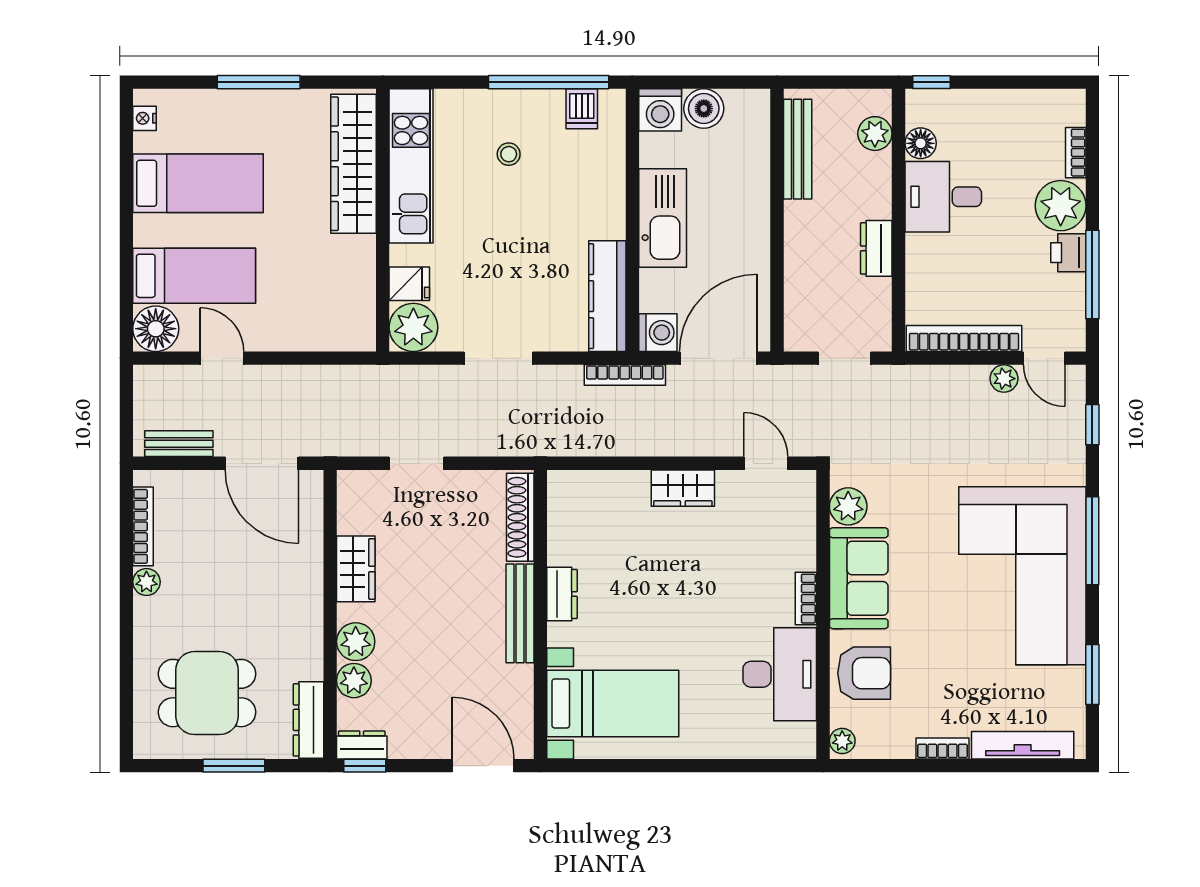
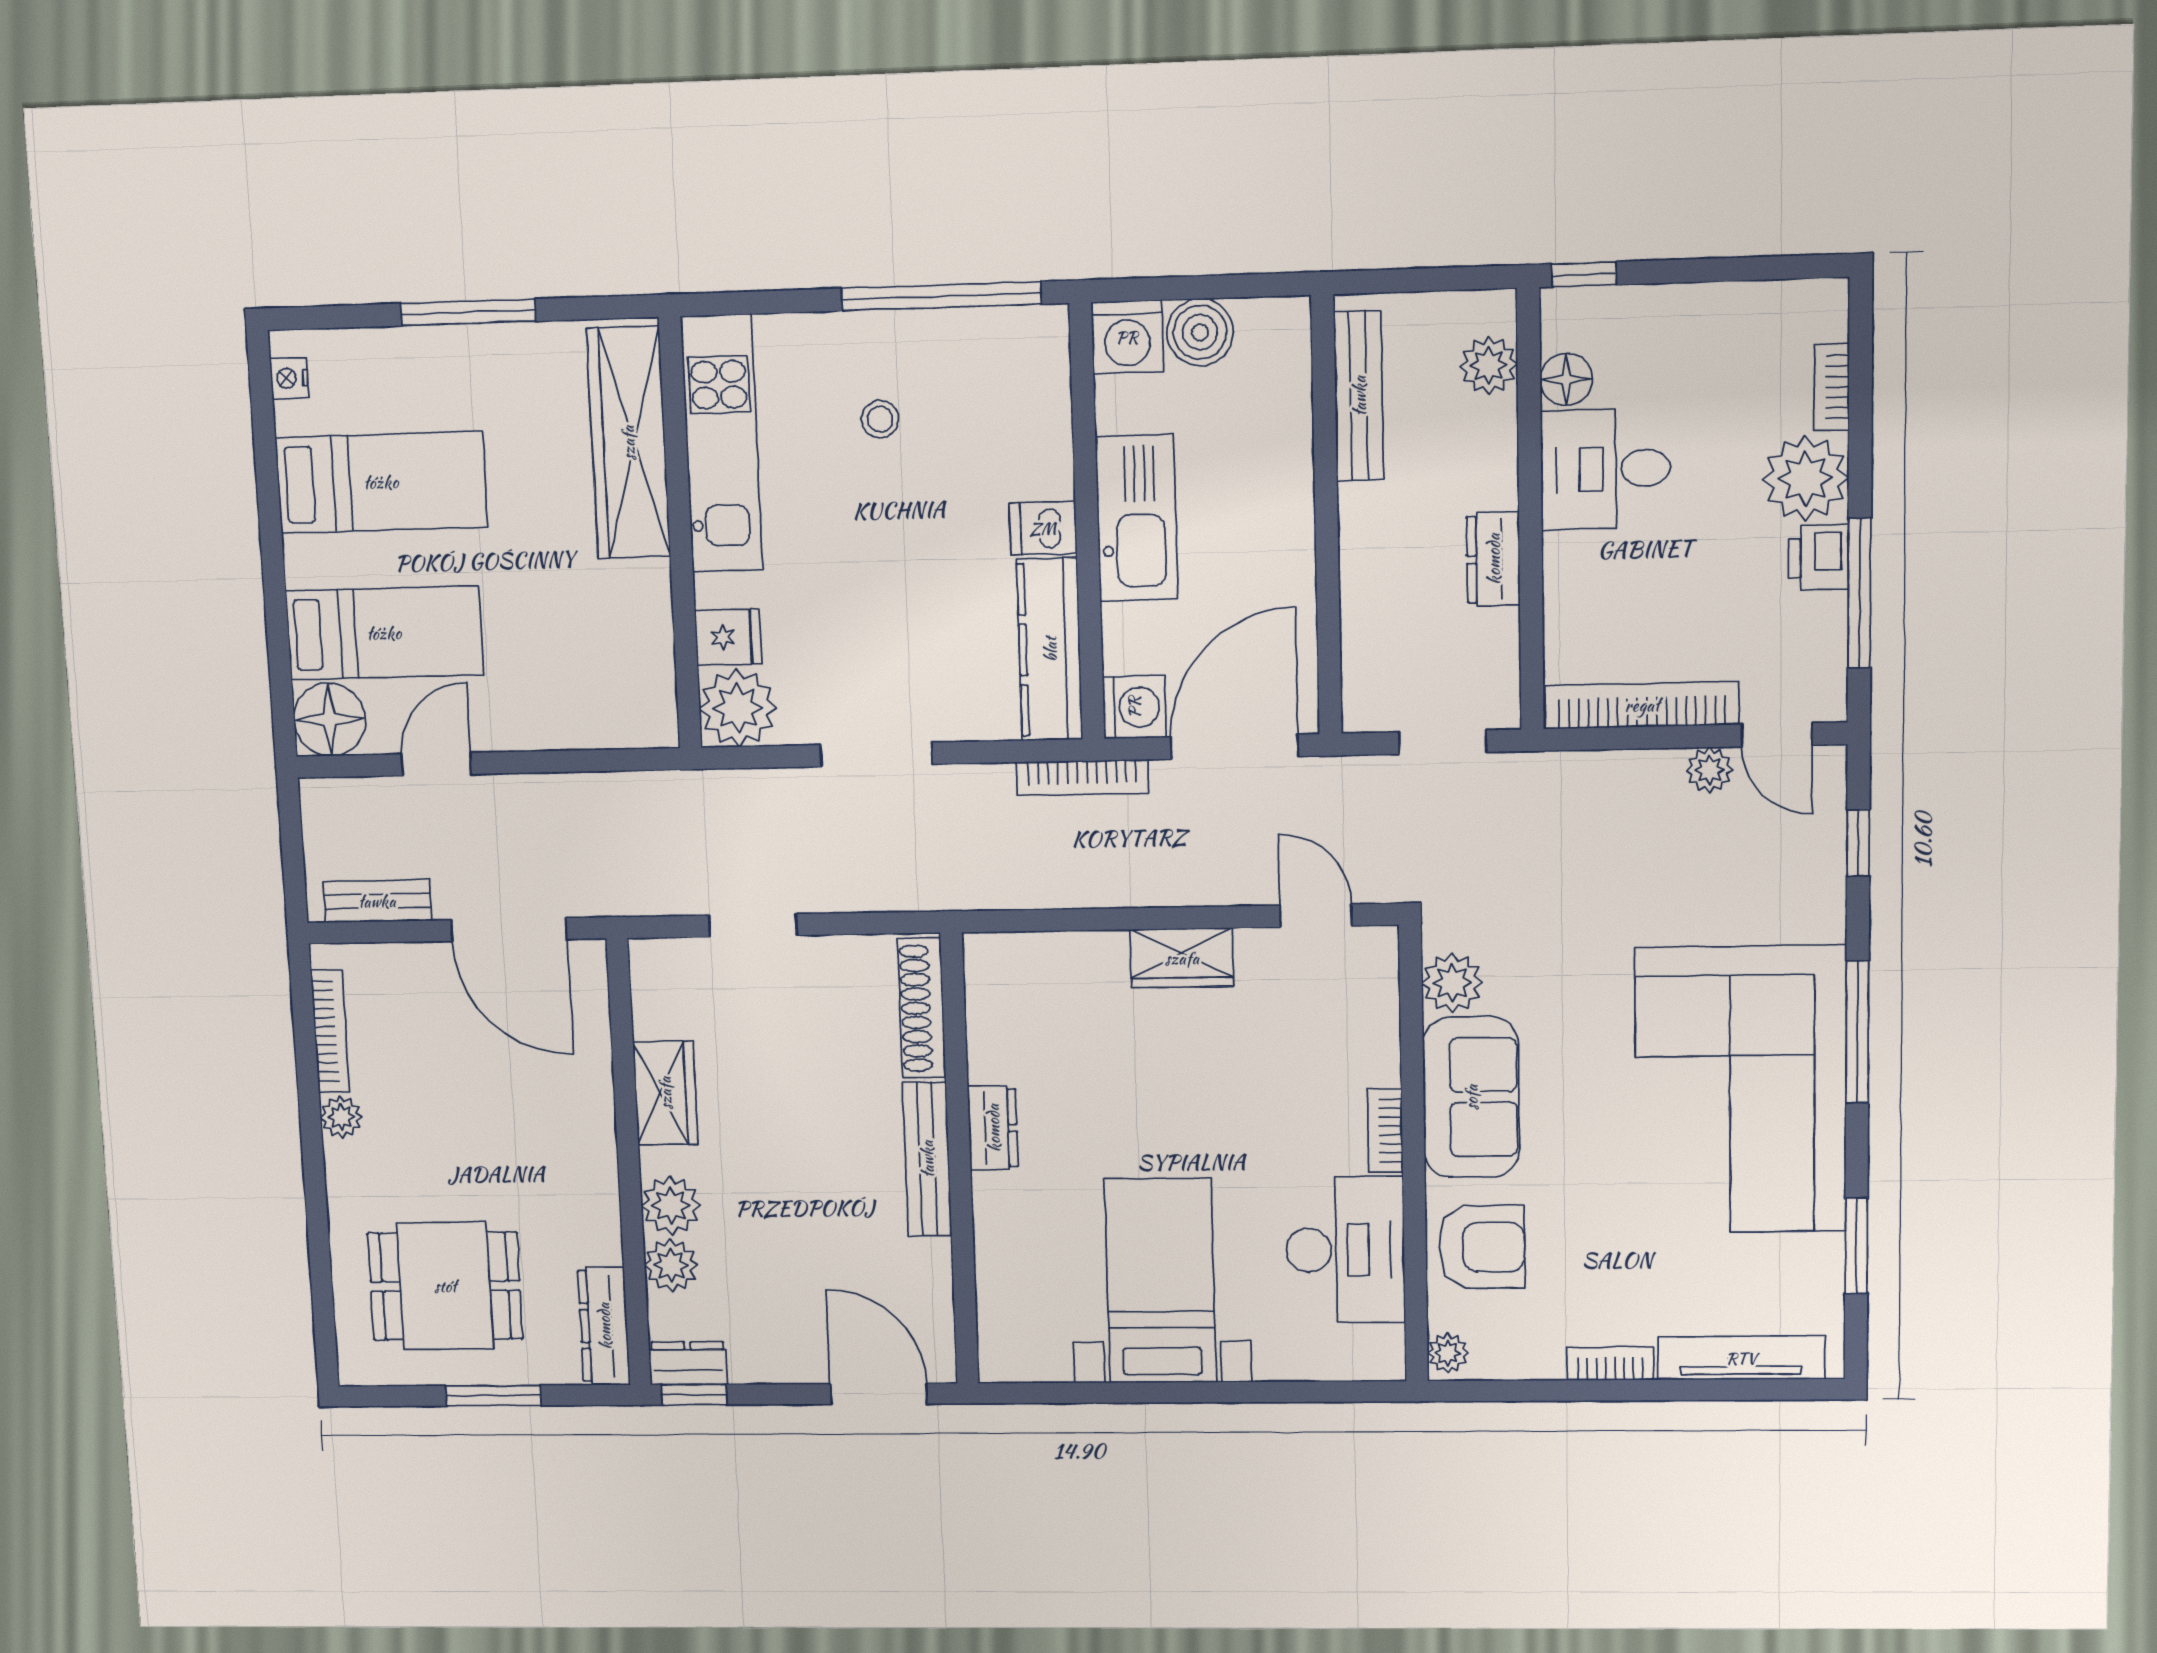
dishwasher: (582, 109) -> (1043, 528), moved, turned 90
door: (222, 358) -> (436, 764), hinge flipped
bed with nightstands: (613, 703) -> (1160, 1281), moved, turned -90

